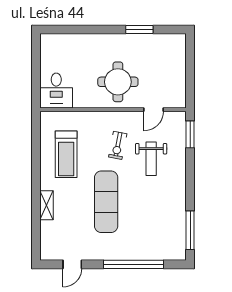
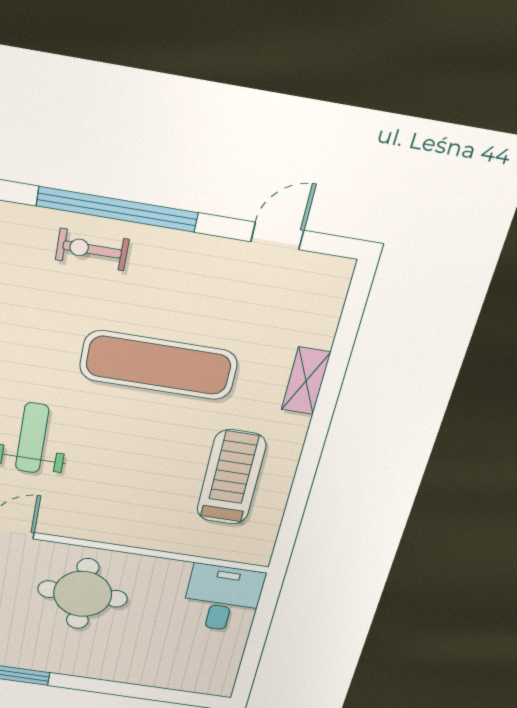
exercise bike: (118, 145) -> (92, 250), moved, turned -101
exercise mat: (106, 202) -> (158, 365), turned 90

